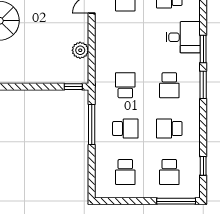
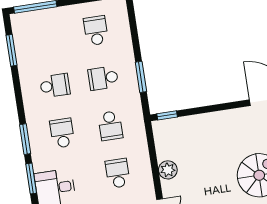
plant: (80, 50) -> (168, 170), moved
window: (92, 124) -> (141, 77), width x0.69
window: (203, 166) -> (12, 50), width x1.50
school desk: (169, 172) -> (118, 173), moved

